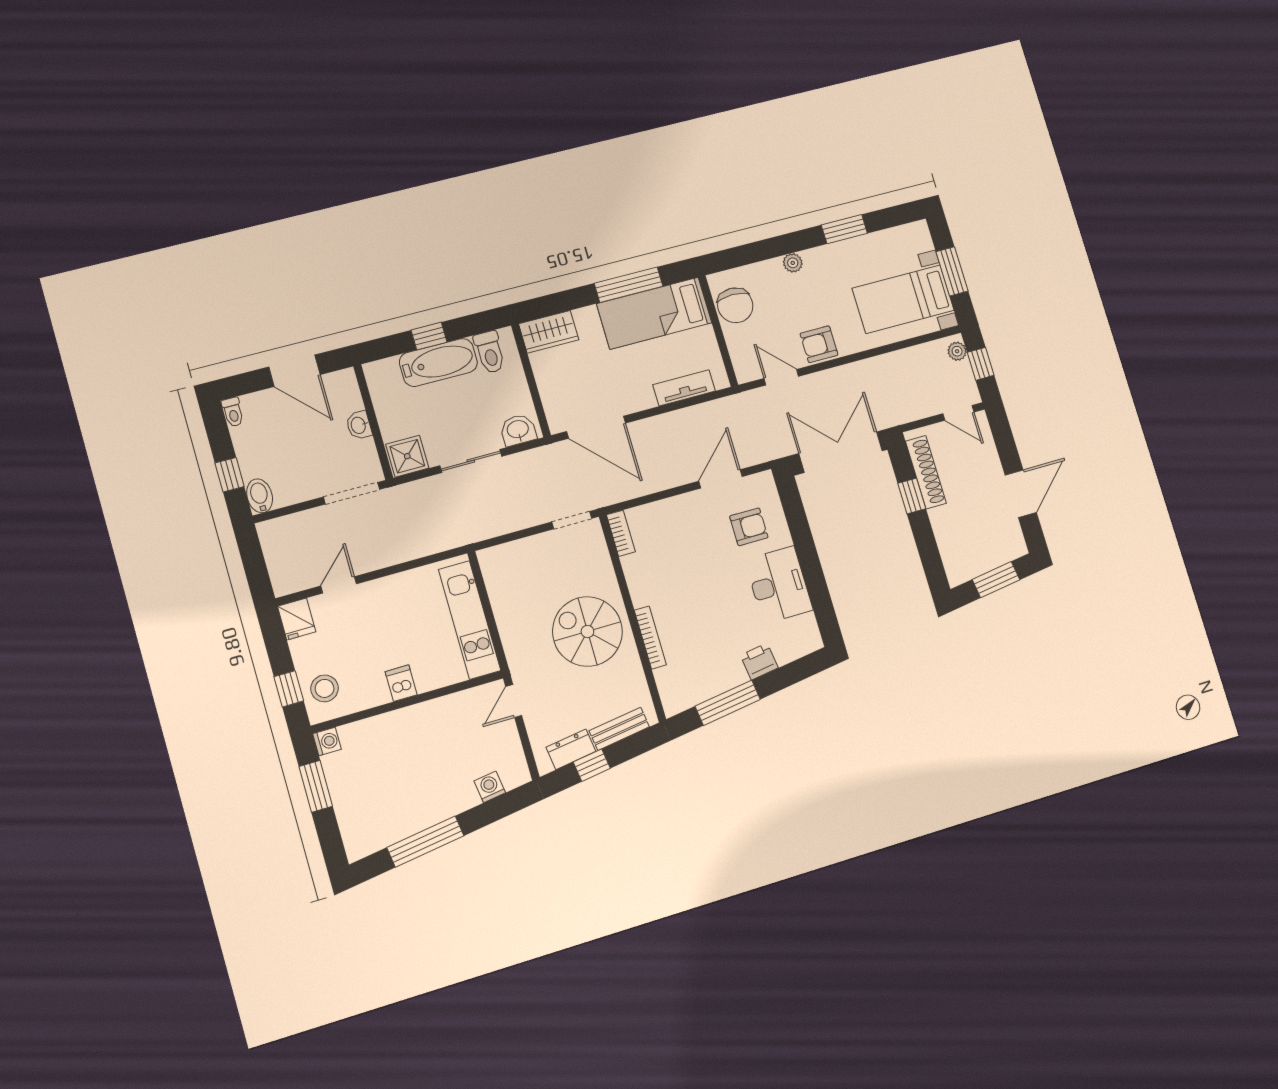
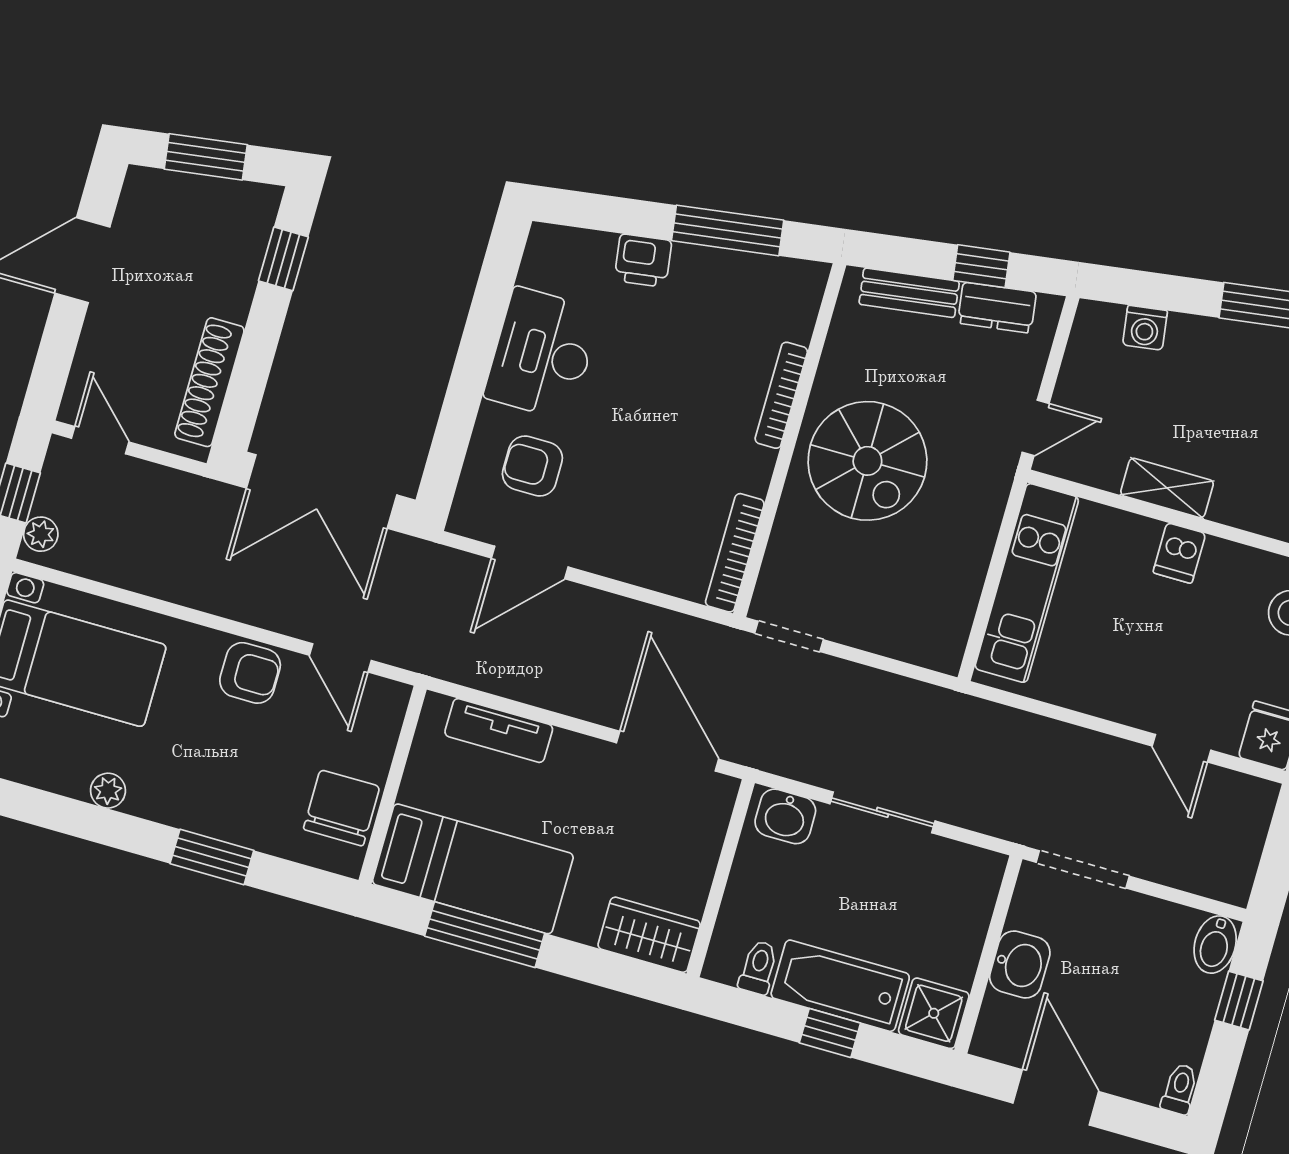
window: (844, 229) -> (212, 857), moved
plant: (793, 263) -> (108, 791), moved
toilet: (490, 352) -> (758, 967), width x0.73, depth x0.72
washbasin: (359, 425) -> (1020, 964), width x1.38, depth x1.45
shower: (407, 456) -> (934, 1013), moved
window: (912, 496) -> (283, 259), moved
bookcase: (621, 533) -> (735, 553), width x1.56
door: (339, 585) -> (1182, 748), hinge flipped
shelving: (428, 712) -> (1167, 488), added

